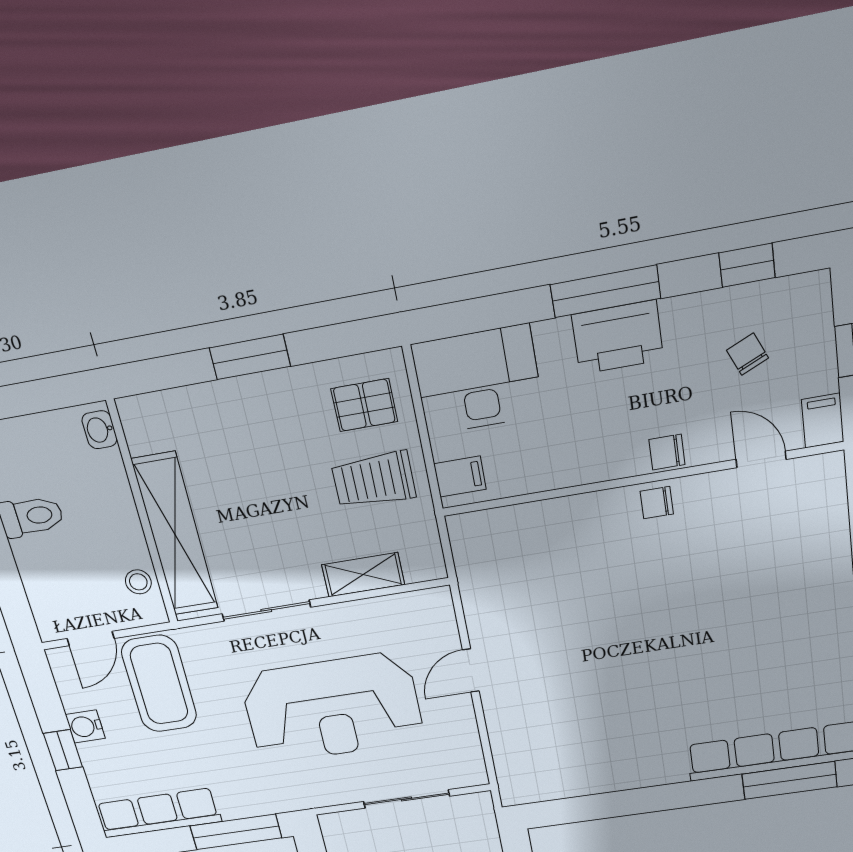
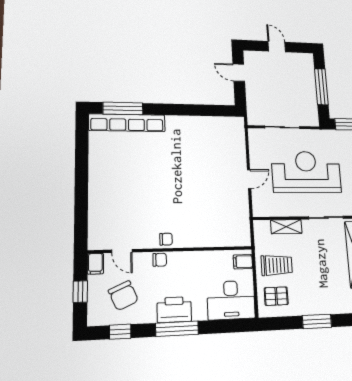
chair: (748, 354) -> (123, 296), width x1.87, depth x1.87

